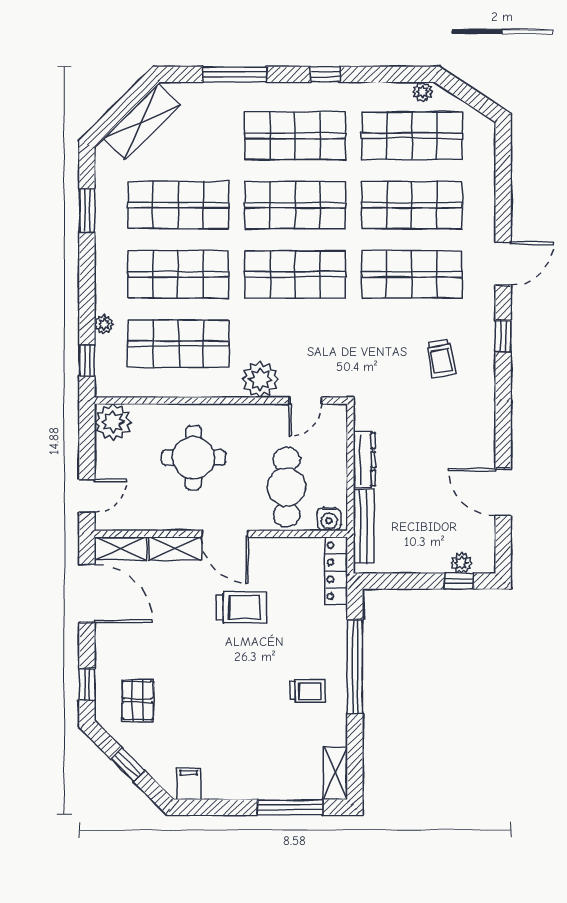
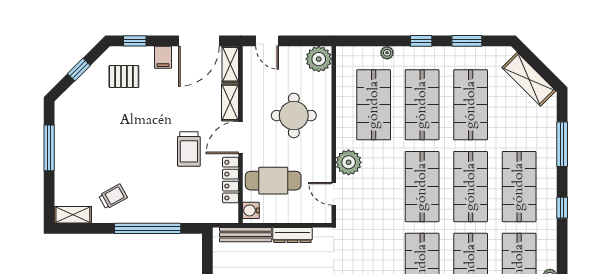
window: (87, 361) -> (421, 41), moved
locker: (336, 571) -> (230, 180), moved, turned -90
trolley: (308, 691) -> (113, 197), moved, turned -119
filing cabinet: (189, 784) -> (163, 57), moved, turned 90
window: (290, 807) -> (49, 148), moved

